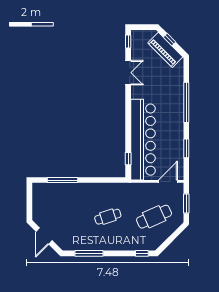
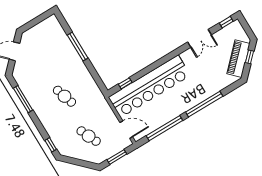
window: (186, 148) -> (164, 128), width x2.11
window: (63, 180) -> (78, 47), moved
cafe table: (154, 217) -> (89, 136), width x0.73, depth x0.74

